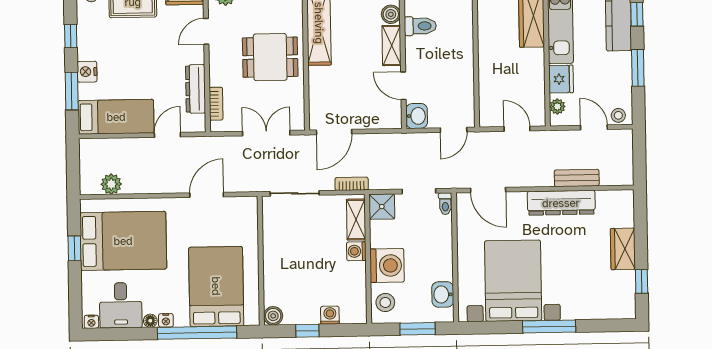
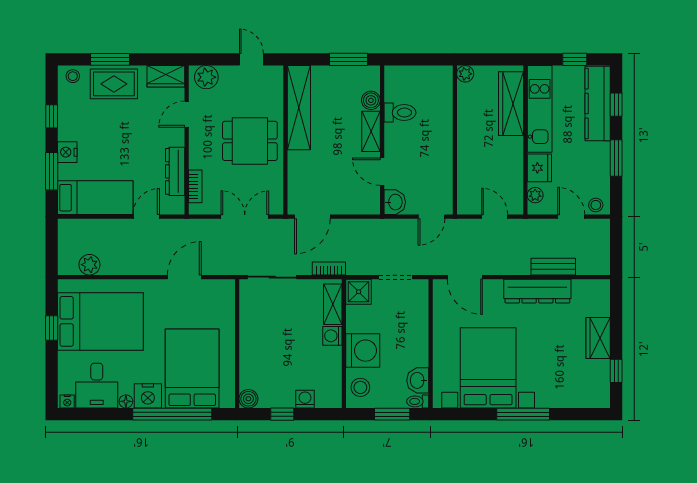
toilet: (445, 204) -> (418, 401), moved, turned 90
nightstand: (166, 320) -> (148, 396), width x1.89, depth x1.79

